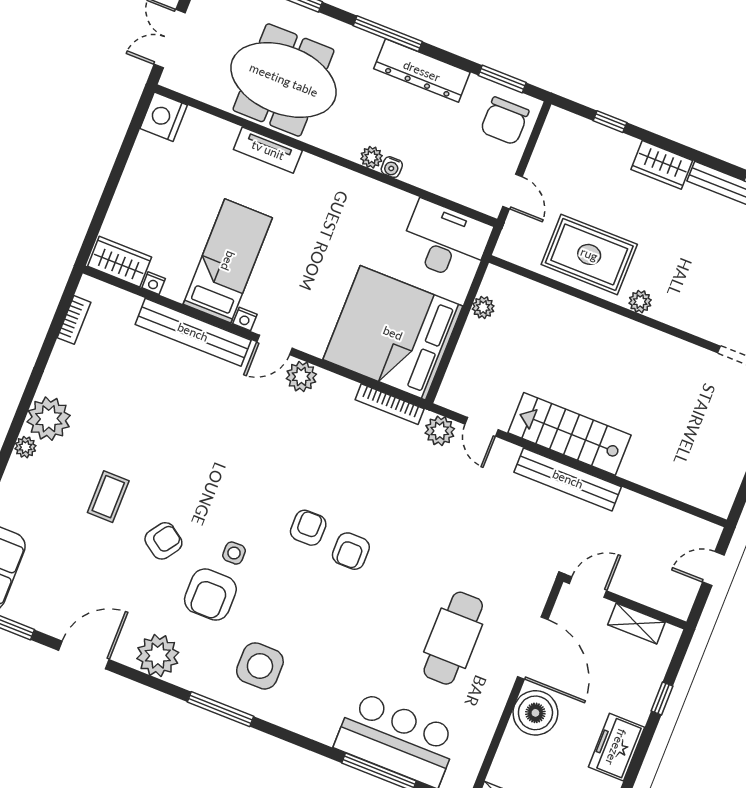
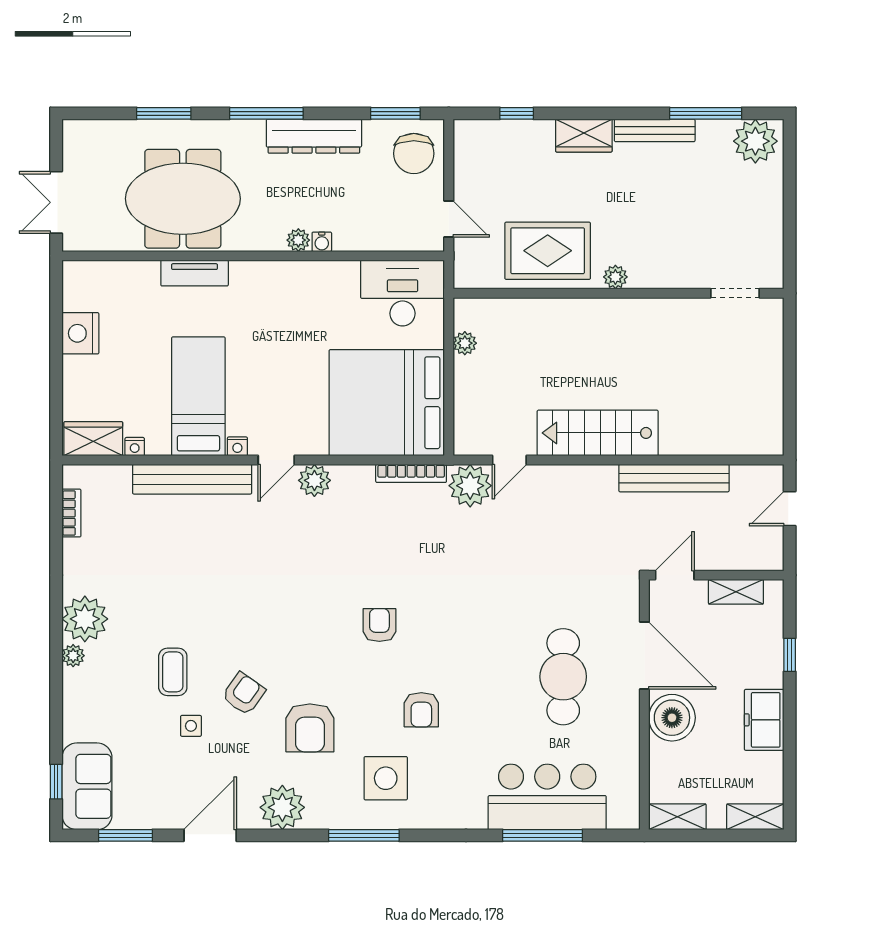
nightstand: (164, 117) -> (80, 333), moved
door: (482, 427) -> (509, 460), hinge flipped
plant: (440, 431) -> (470, 486), width x1.36, depth x1.36
bench: (568, 479) -> (674, 478), moved
armchair: (351, 551) -> (421, 710), moved
side table: (234, 553) -> (191, 726), moved

